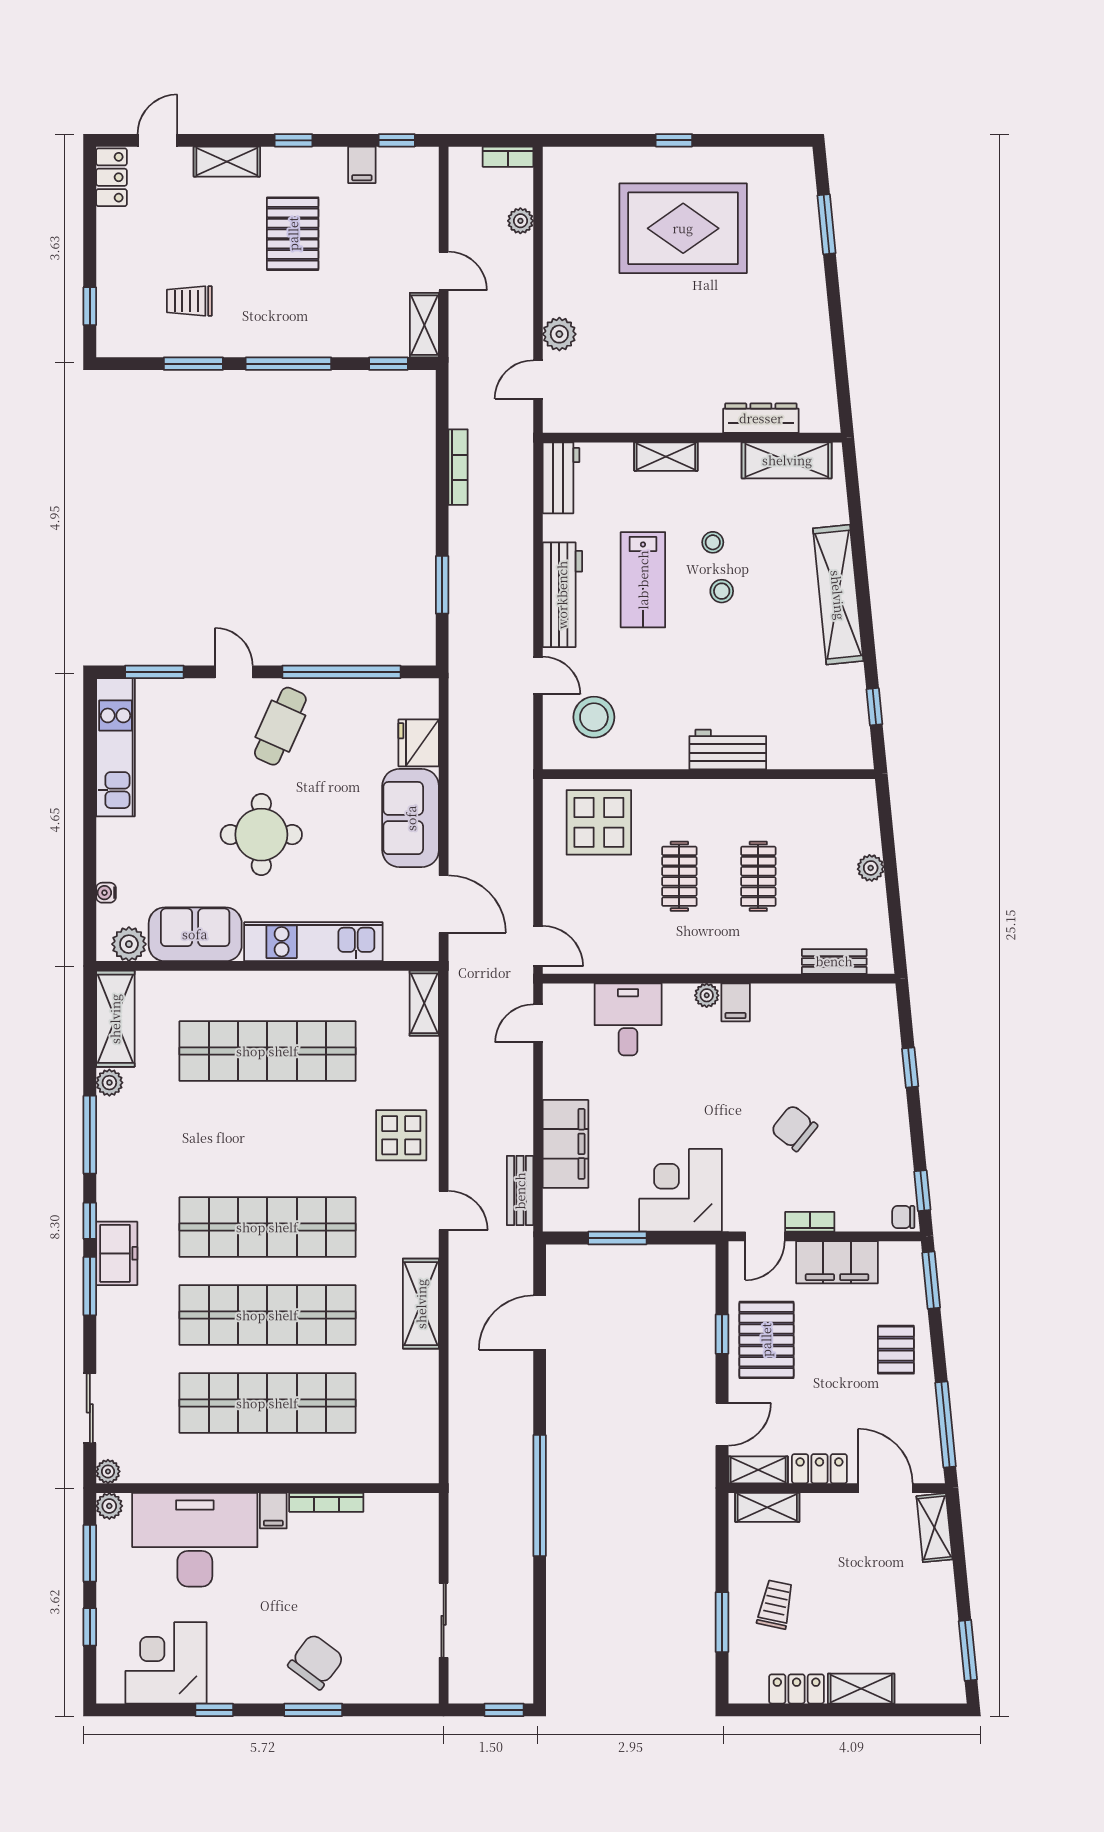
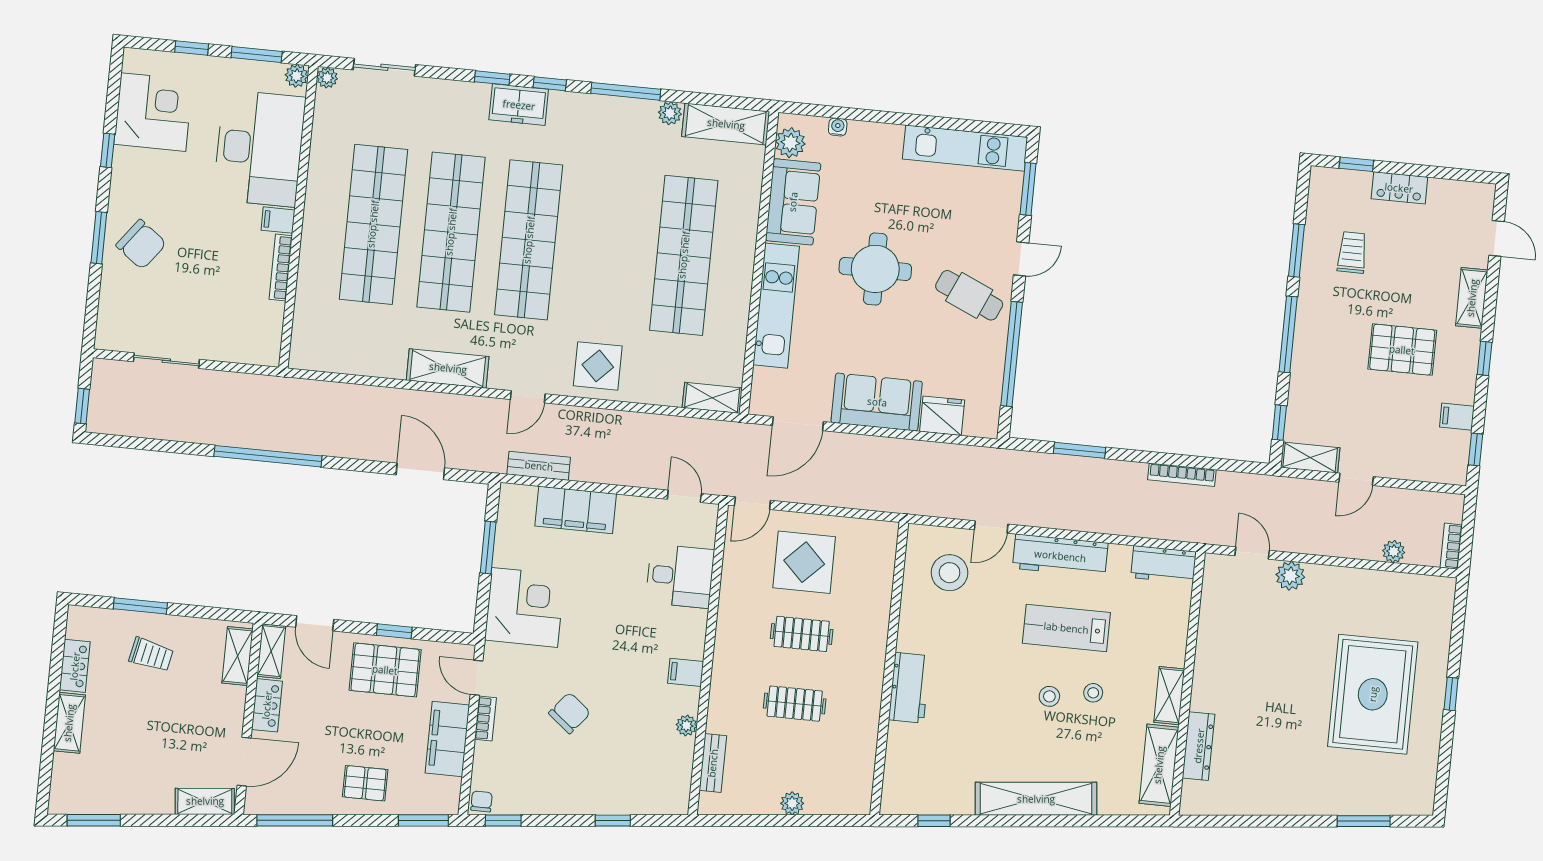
locker: (112, 177) -> (1399, 188), moved
shelving: (666, 457) -> (1169, 696), moved
display table: (599, 822) -> (804, 562), moved
plant: (707, 995) -> (687, 725), moved
window: (90, 1286) -> (492, 78), width x0.67

